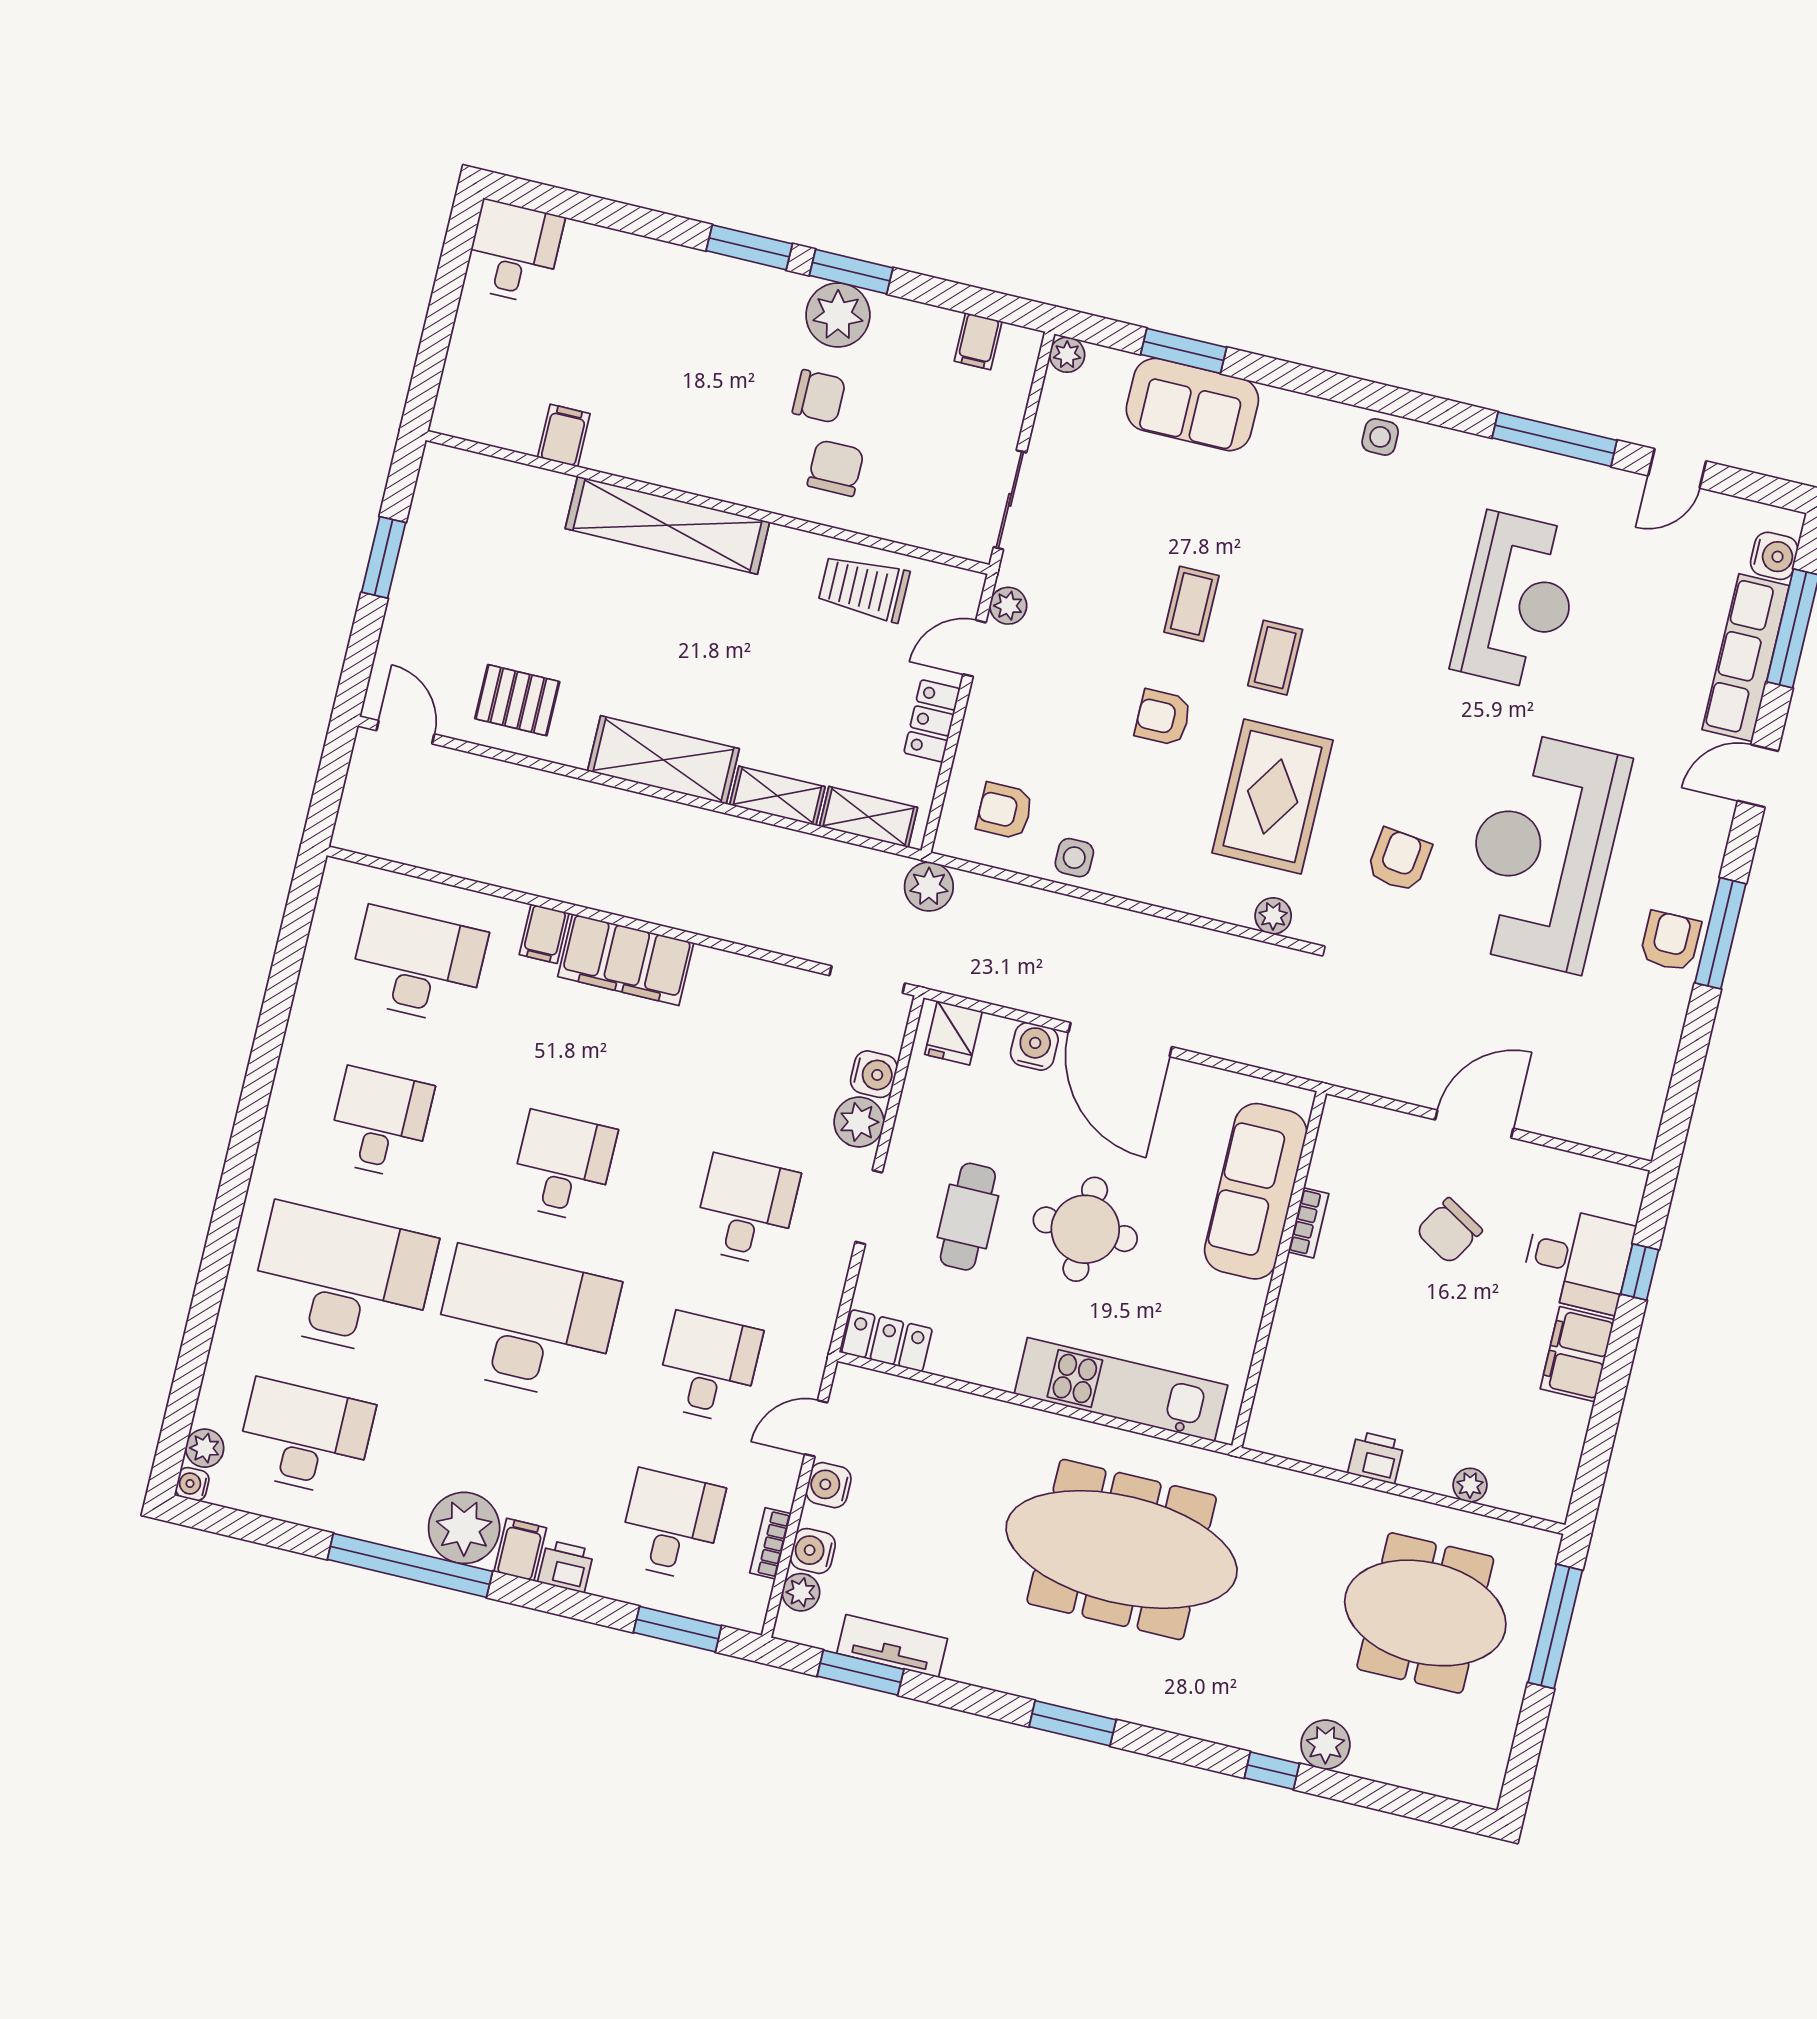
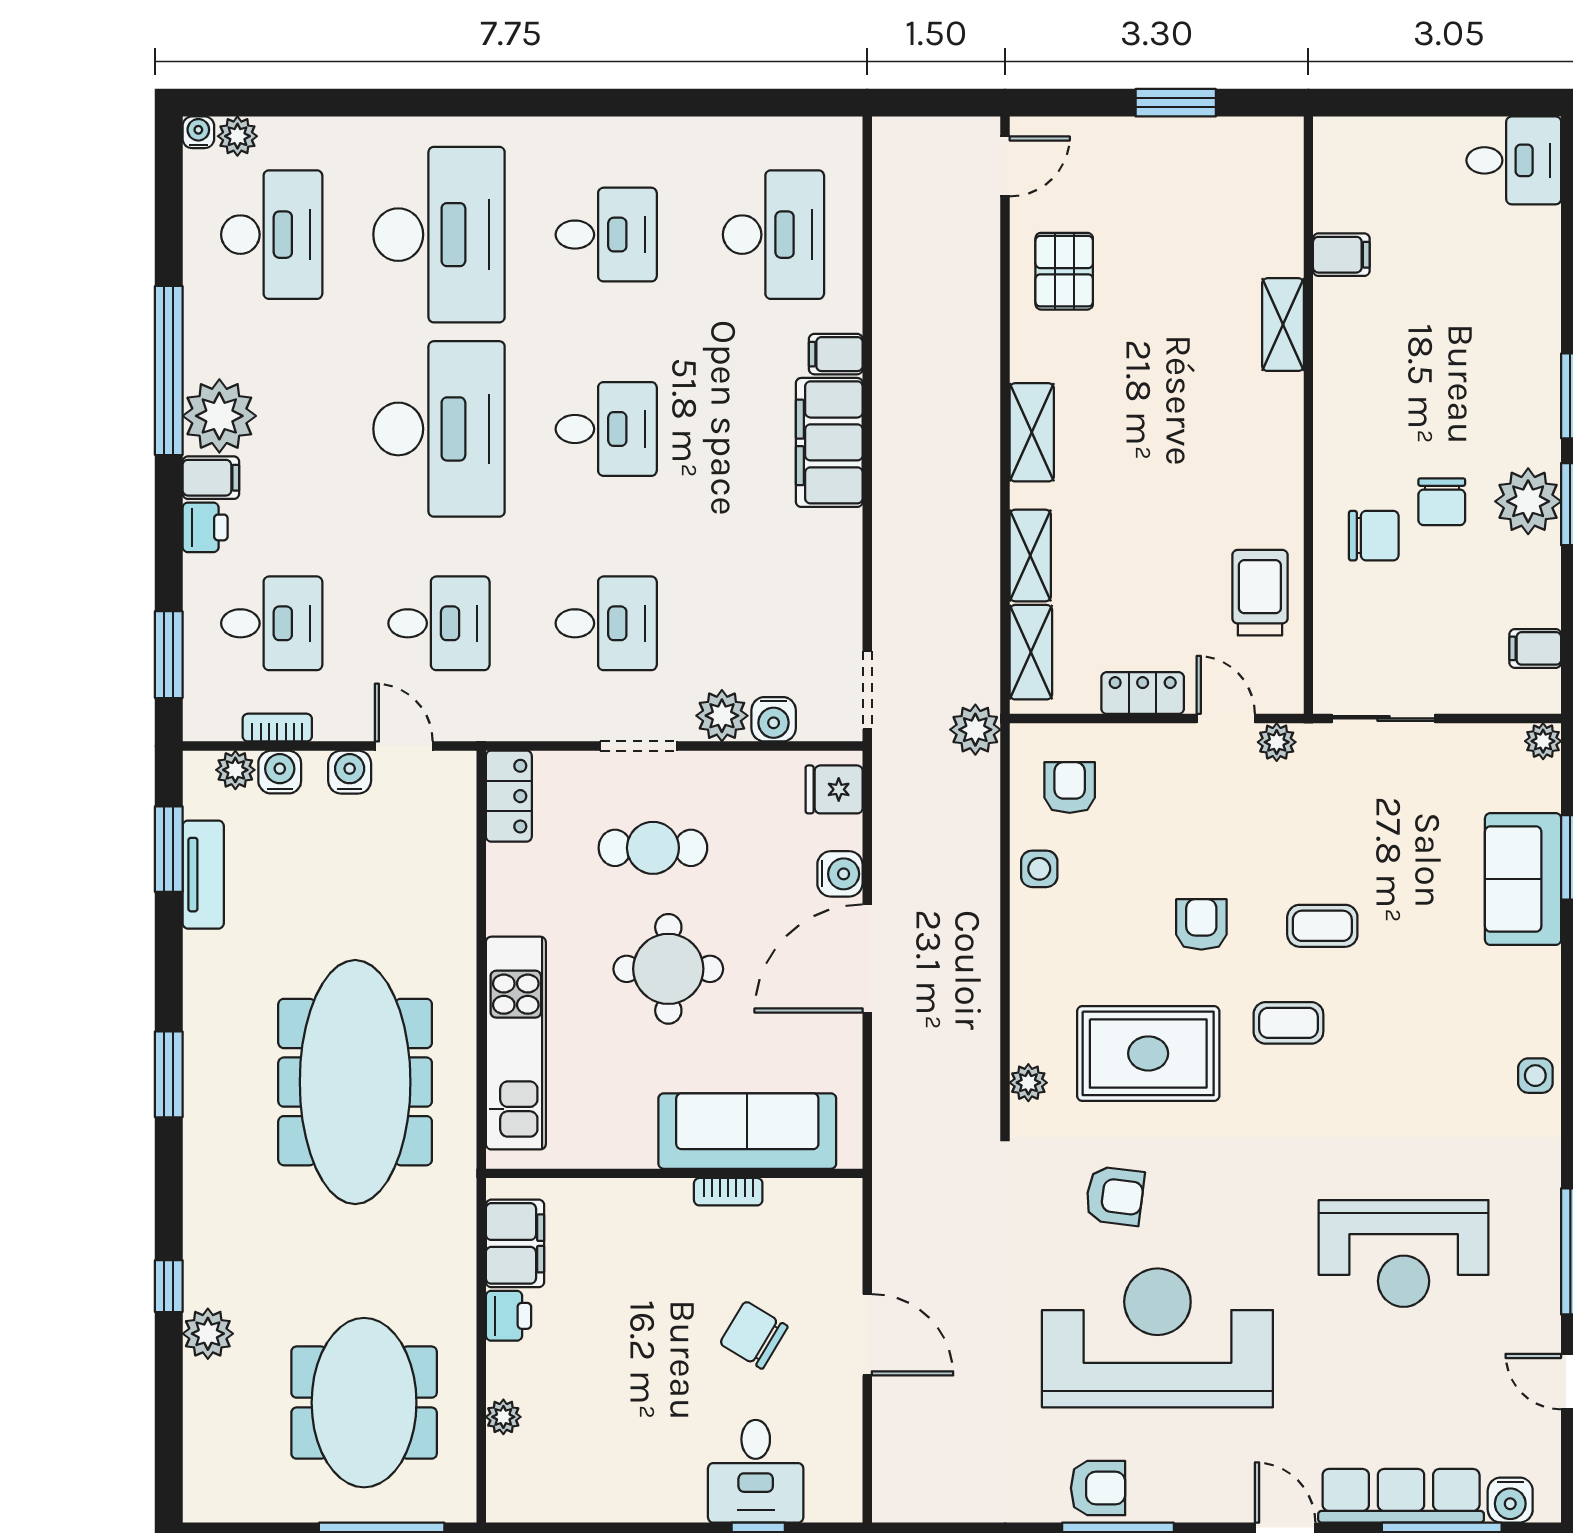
shelving: (667, 525) -> (1283, 325), width x0.45, depth x0.75
shelving: (663, 760) -> (1032, 432), width x0.67, depth x0.75
filing cabinet: (1577, 1354) -> (515, 1243), moved, turned 90

